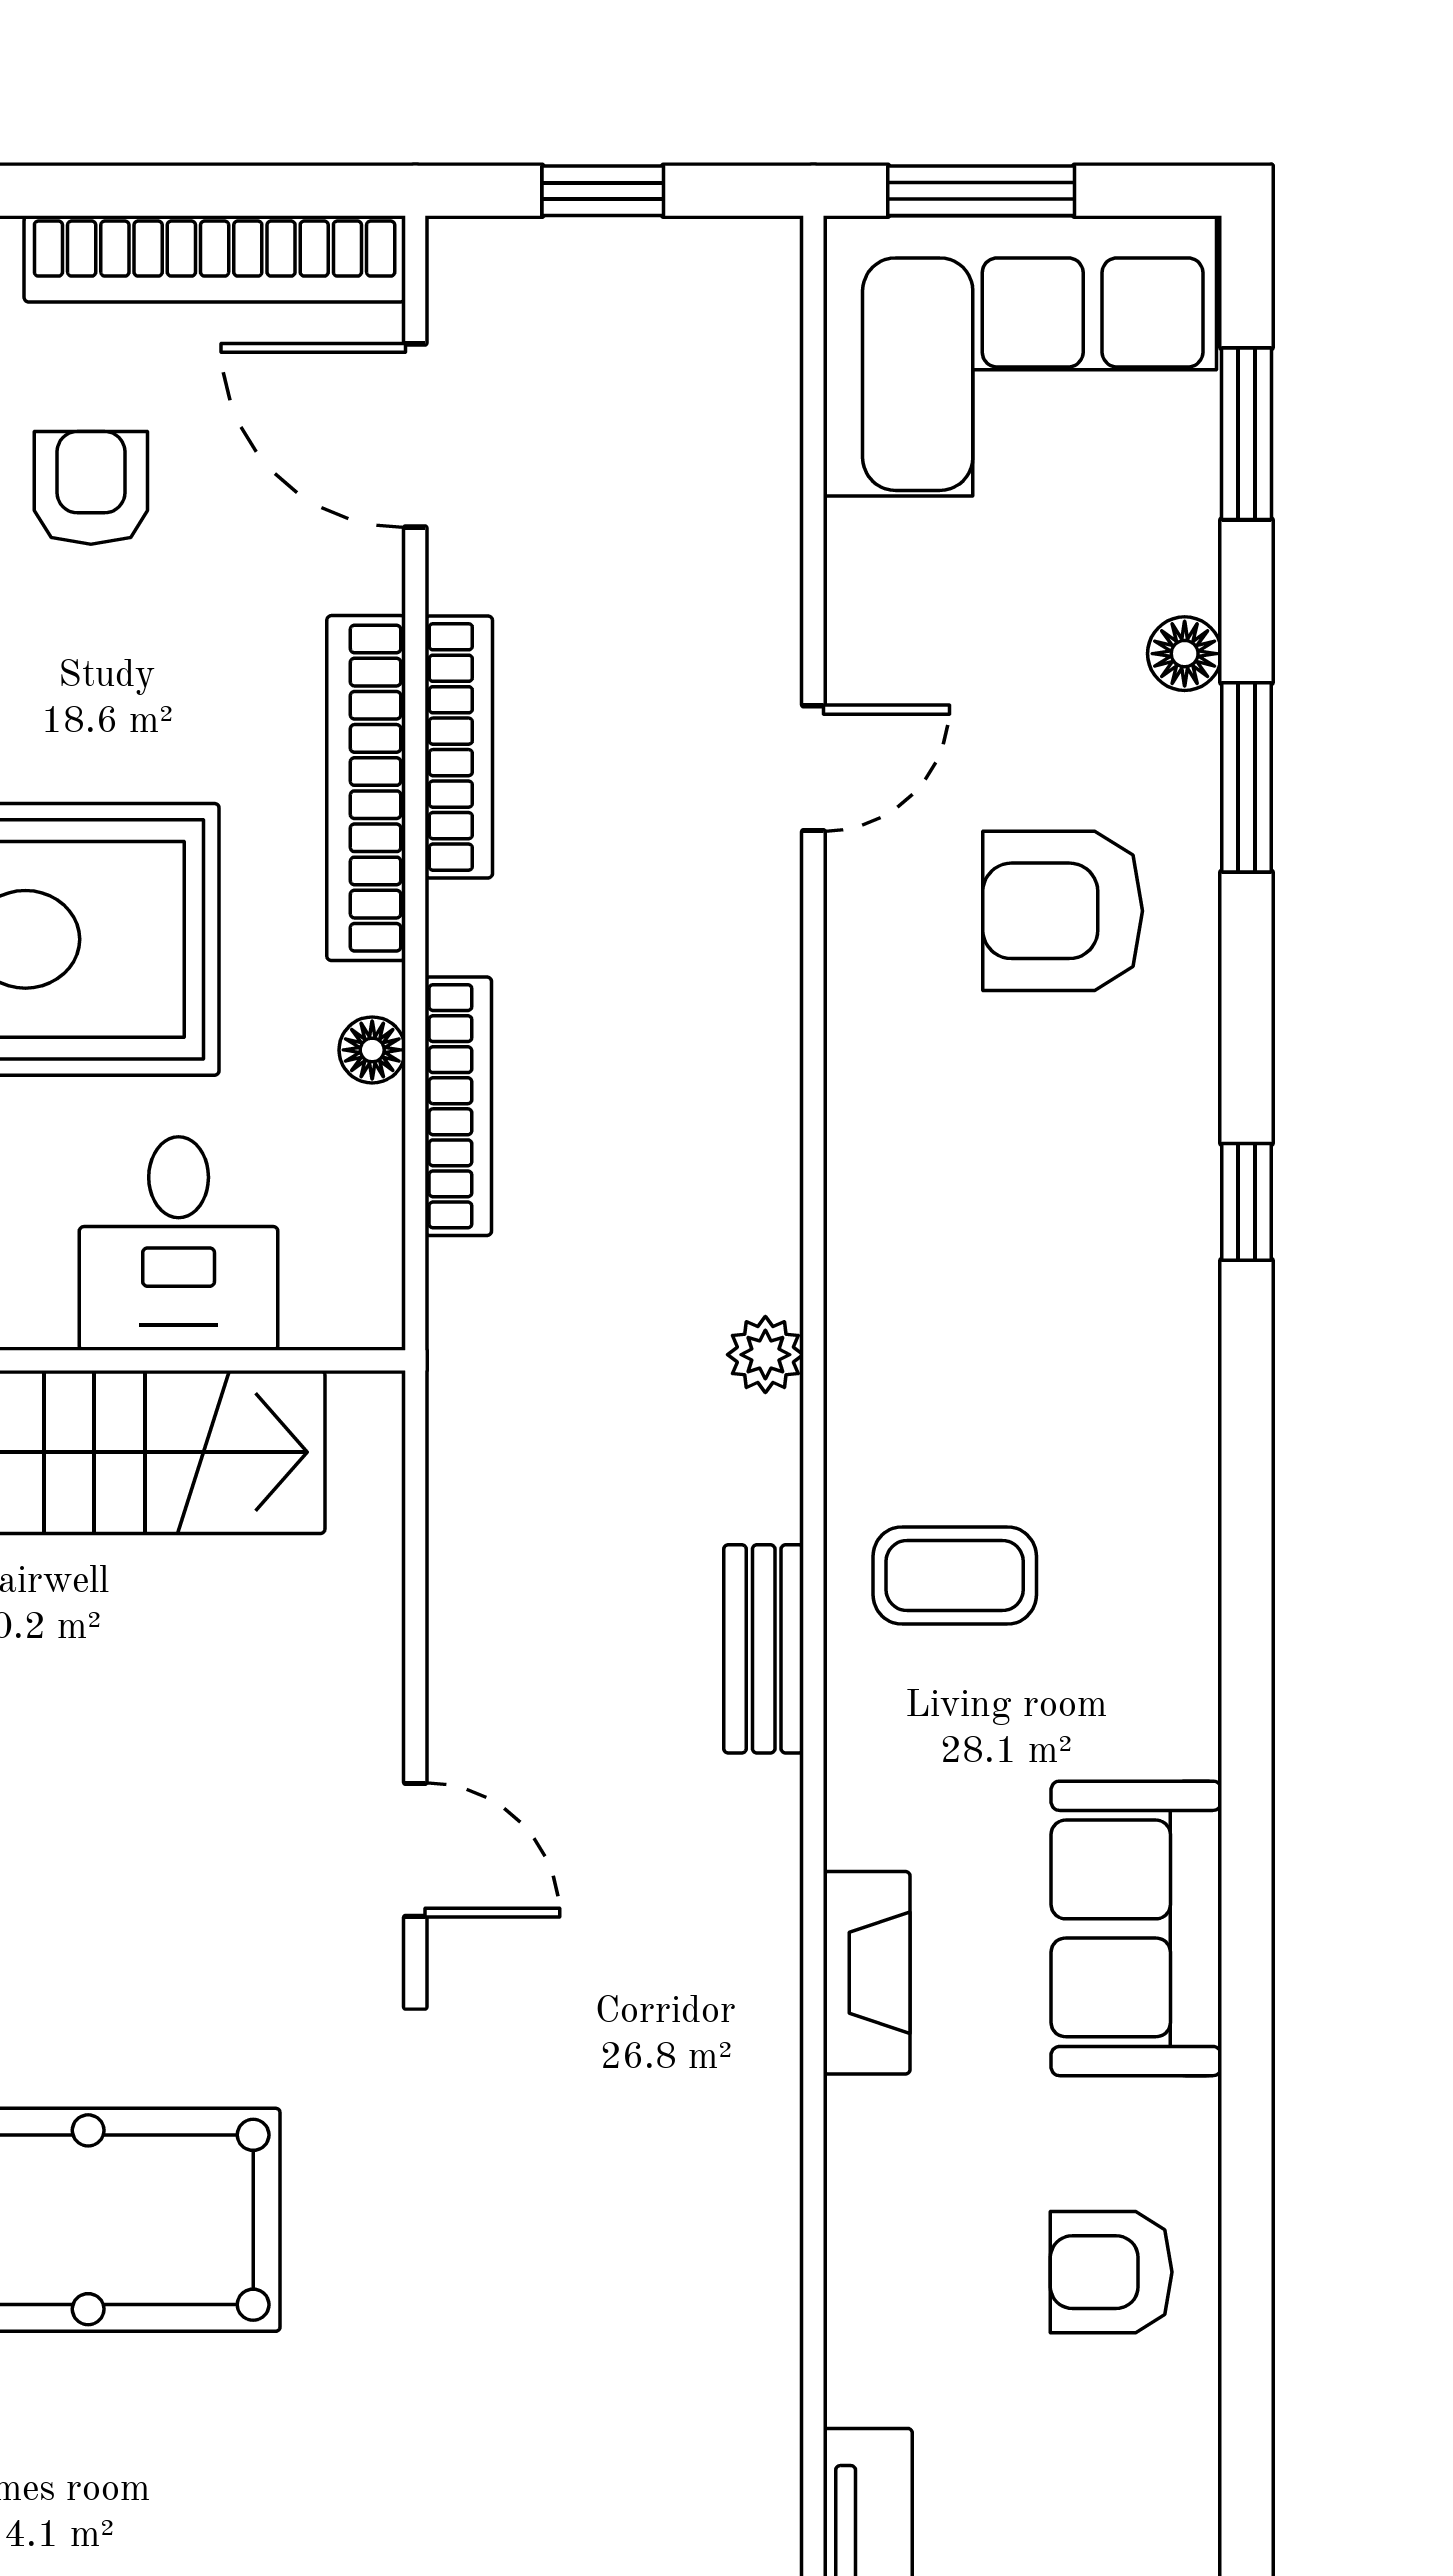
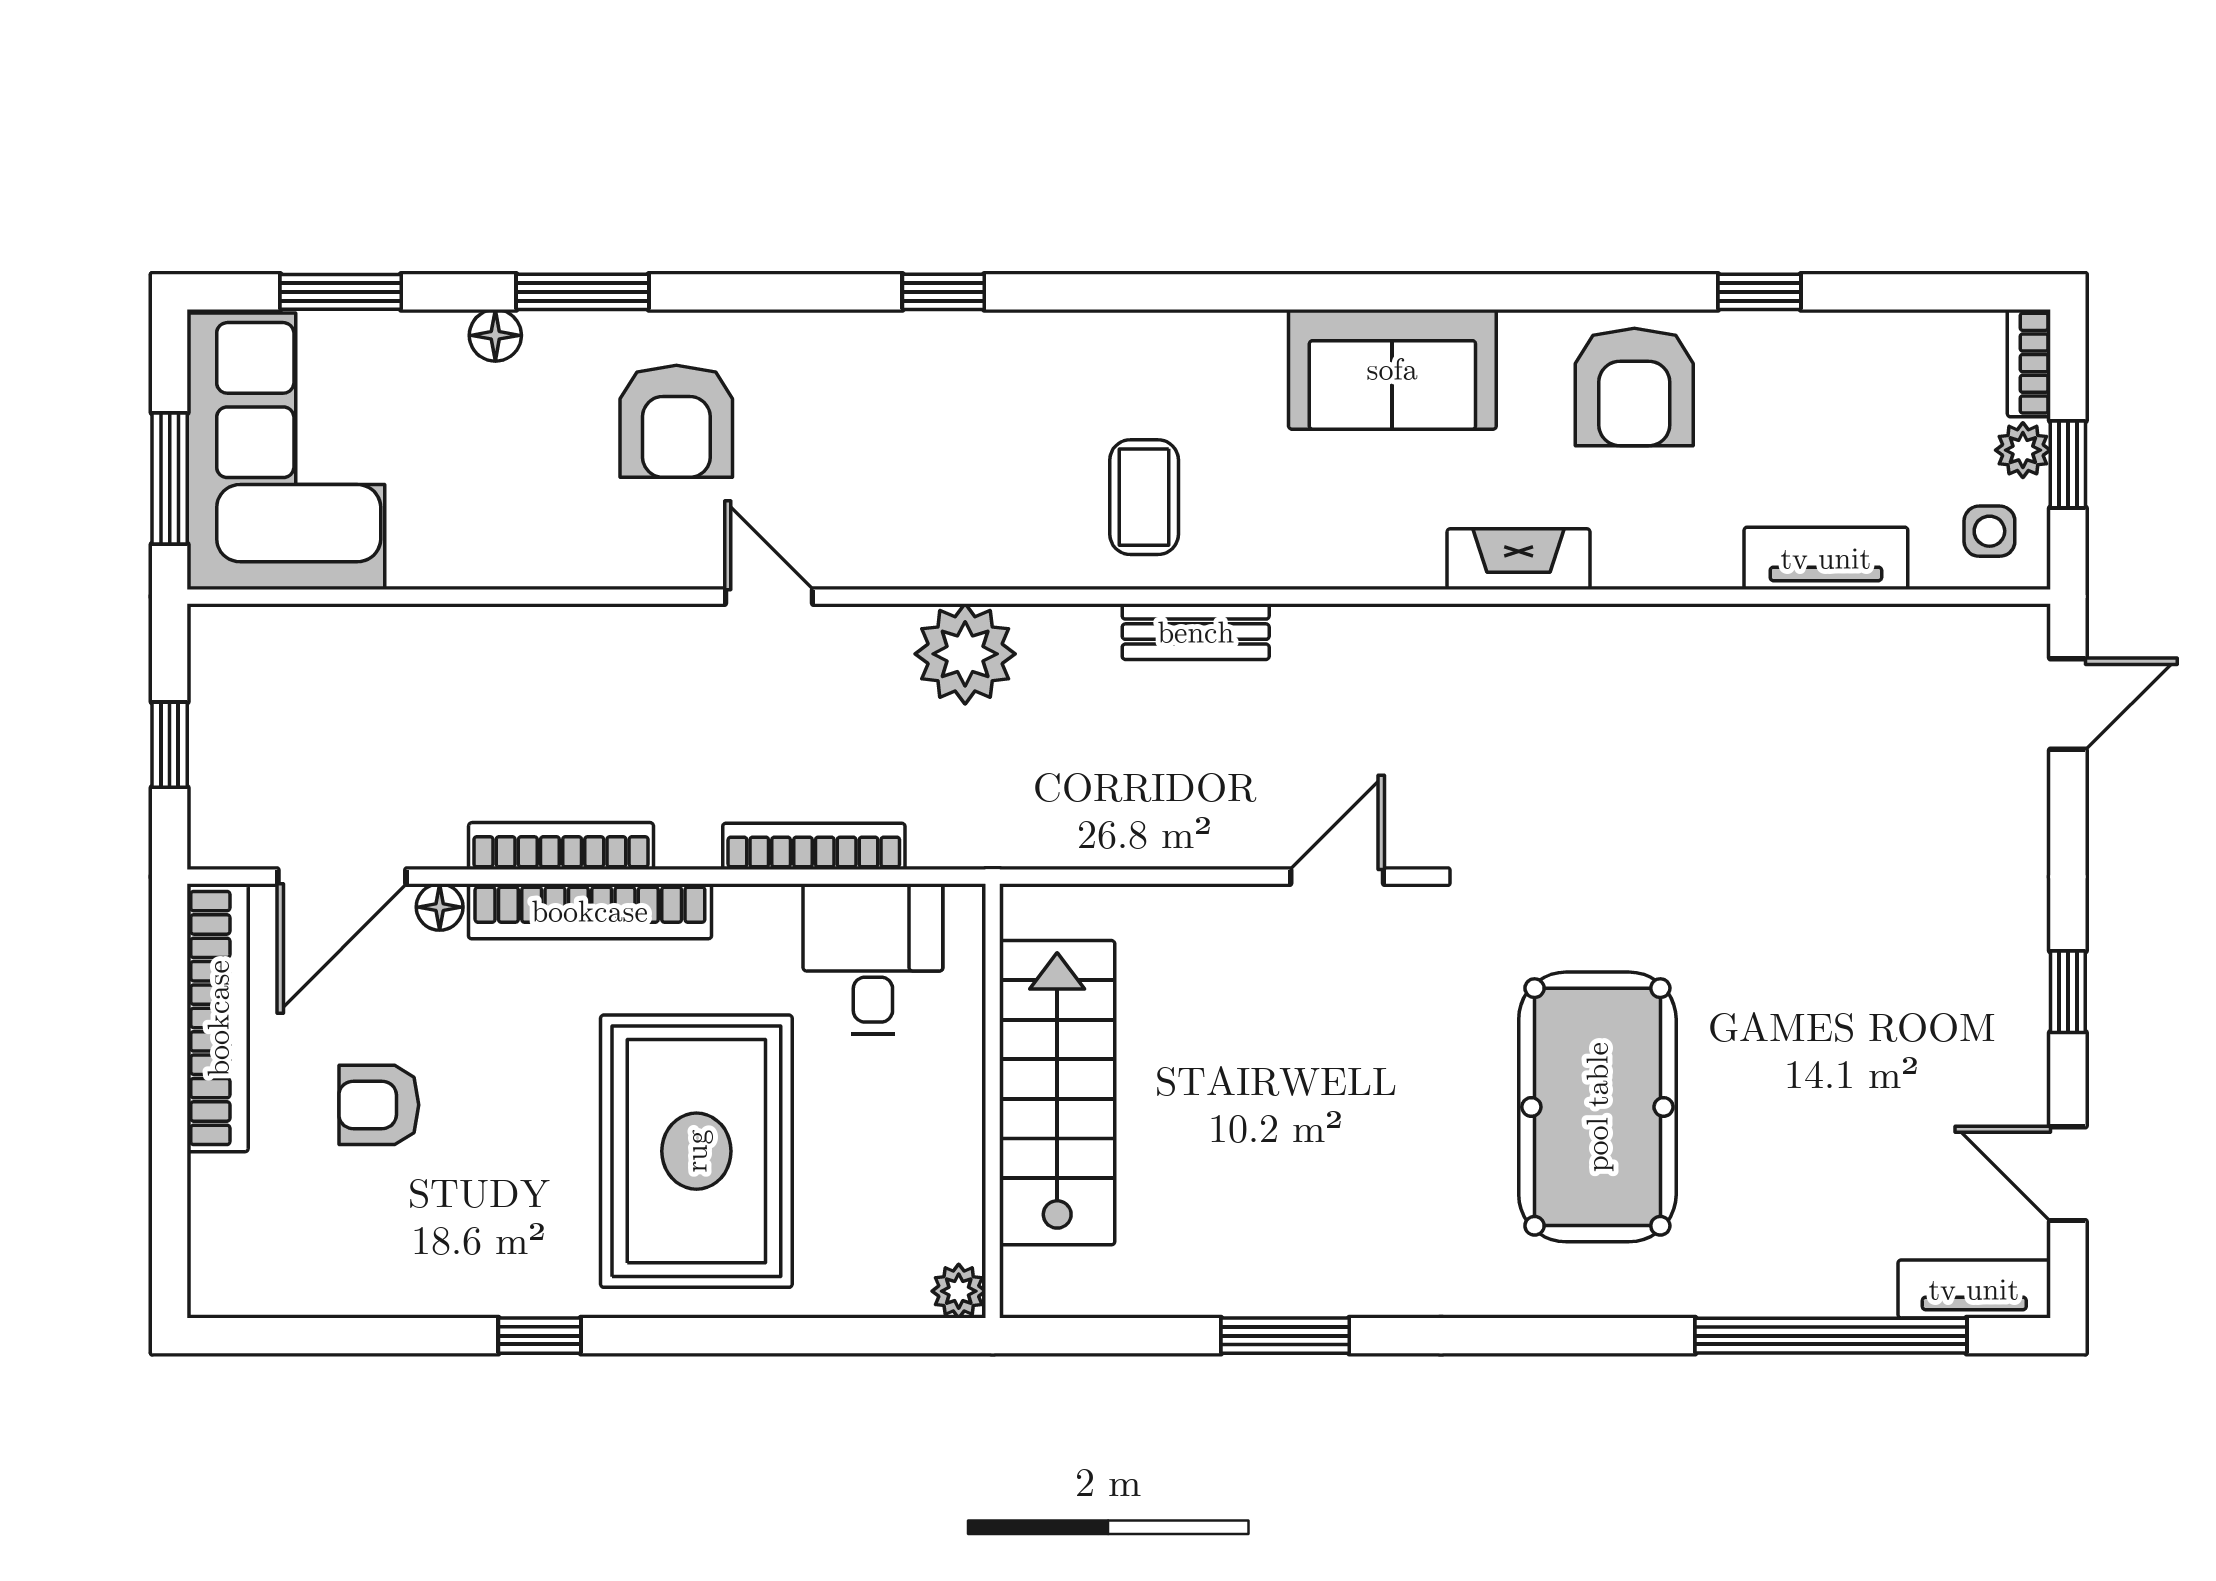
door: (813, 768) -> (769, 597), moved
floor lamp: (372, 1050) -> (440, 907), moved
window: (1246, 1202) -> (943, 292), moved
desk: (179, 1244) -> (873, 959), moved, turned -90
plant: (765, 1355) -> (965, 654), width x1.88, depth x1.88
fireplace: (867, 1973) -> (1519, 559), moved
armchair: (1111, 2272) -> (1634, 387), width x1.38, depth x1.38
window: (1246, 2450) -> (1759, 292), added

